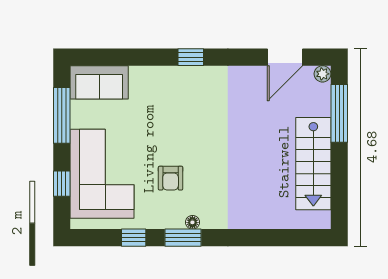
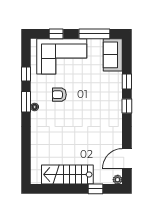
window: (147, 57) -> (127, 81), added
door: (285, 57) -> (127, 159), hinge flipped
window: (339, 113) -> (95, 189), width x0.46

